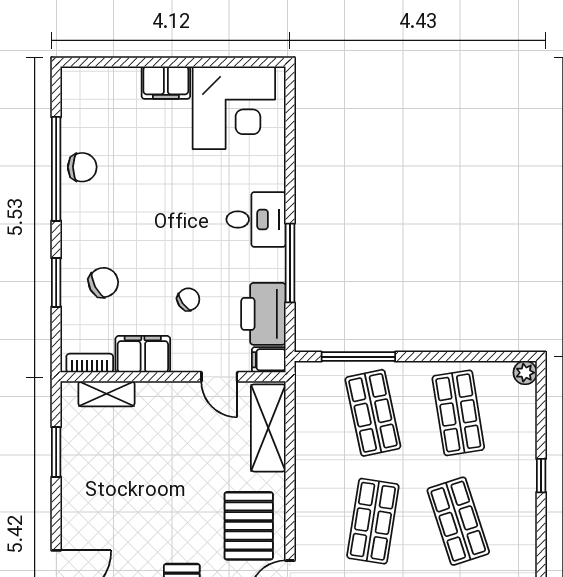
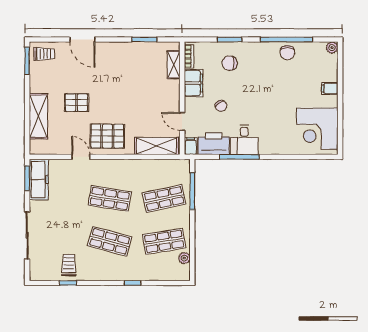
plant: (72, 78) -> (332, 48), added
filing cabinet: (166, 83) -> (330, 88), width x0.50
desk: (256, 219) -> (244, 140), moved
chair: (103, 282) -> (229, 63), turned 118
plant: (525, 373) -> (184, 258), moved
door: (219, 377) -> (182, 121), hinge flipped
shop shelf: (458, 521) -> (110, 241), turned 33

